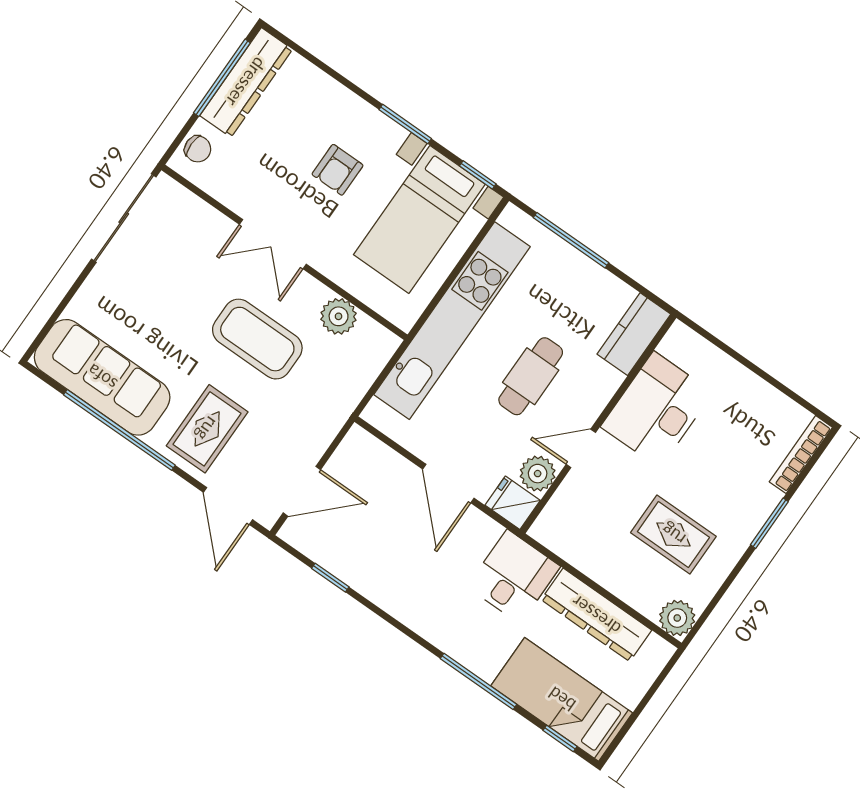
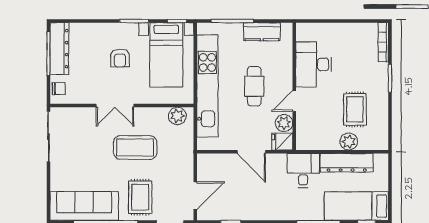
plant: (339, 316) -> (177, 116), moved
kitchen counter: (634, 334) -> (262, 32), moved, turned -90
rug: (673, 534) -> (355, 109), turned 90
plant: (677, 618) -> (349, 142), moved

